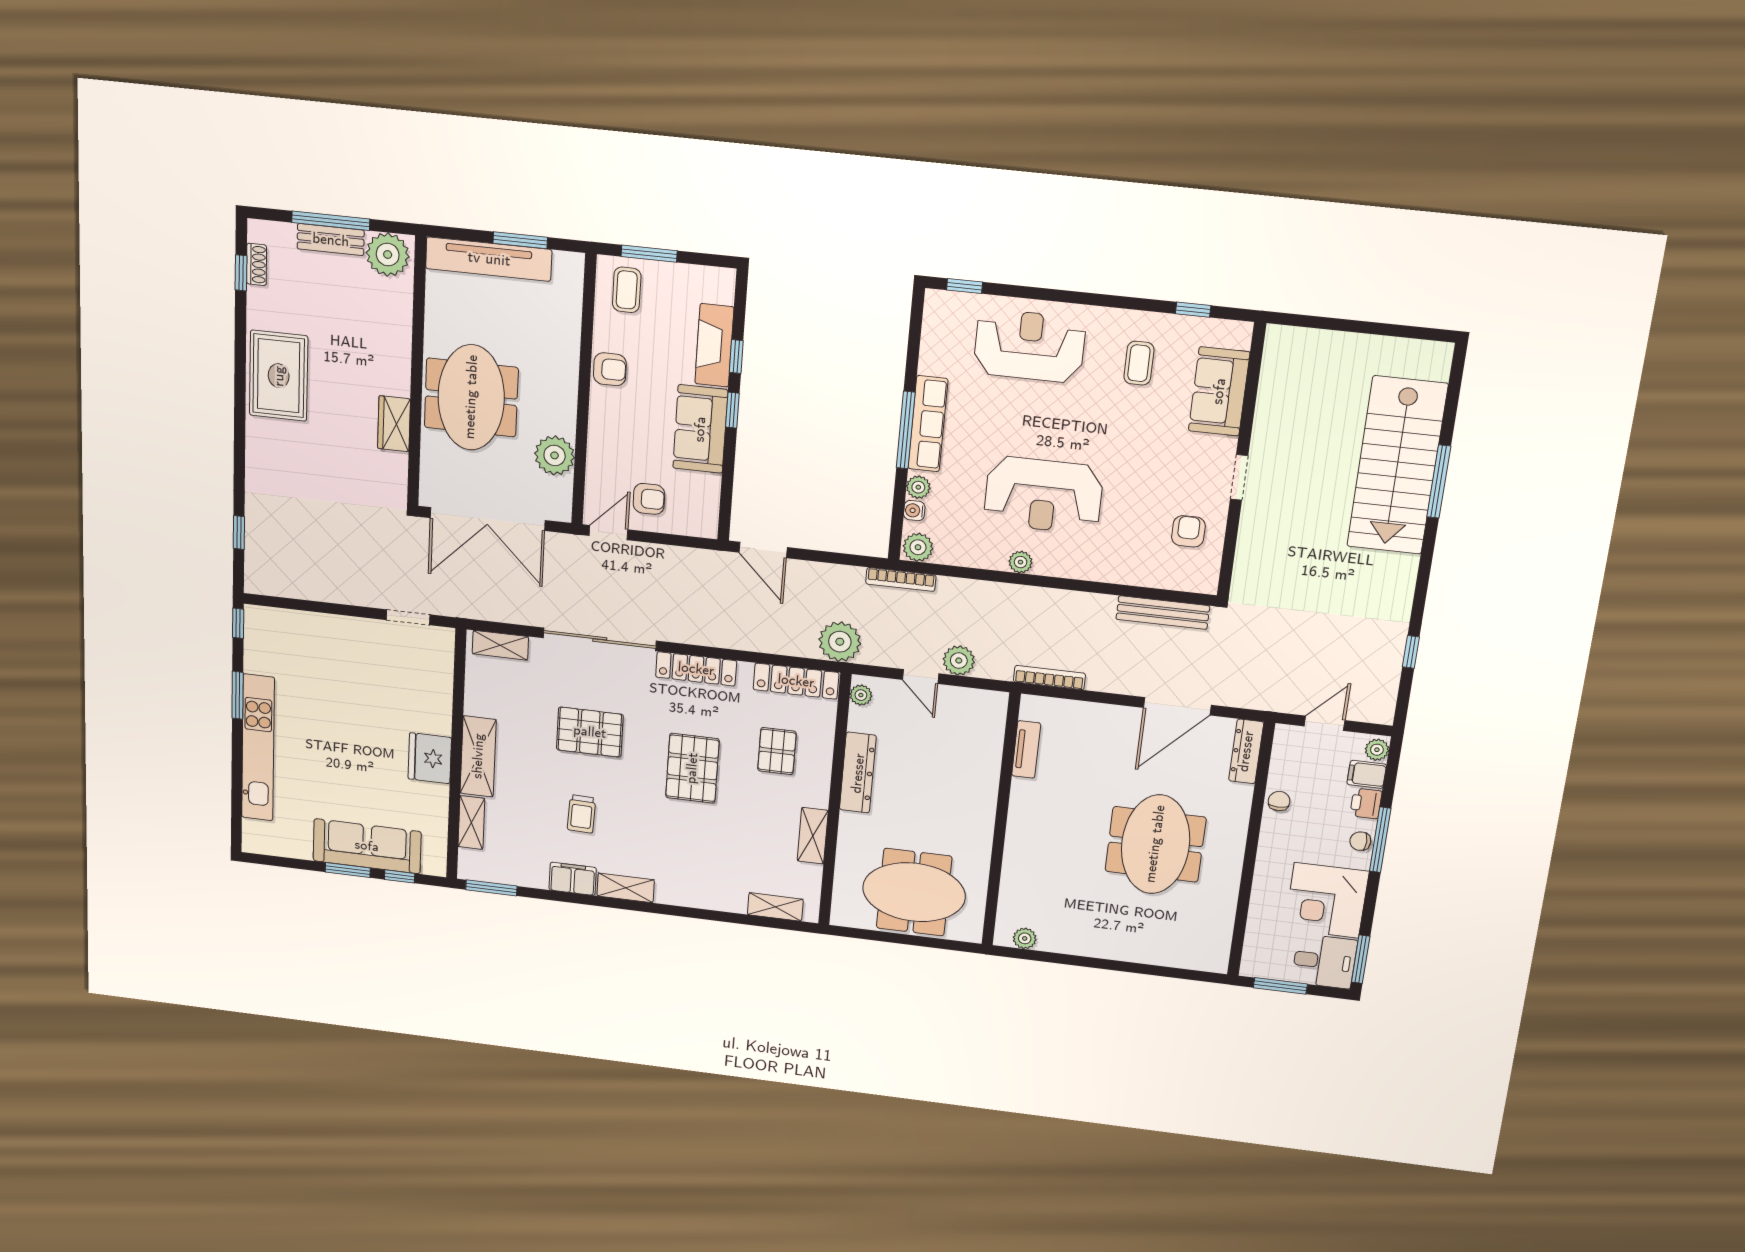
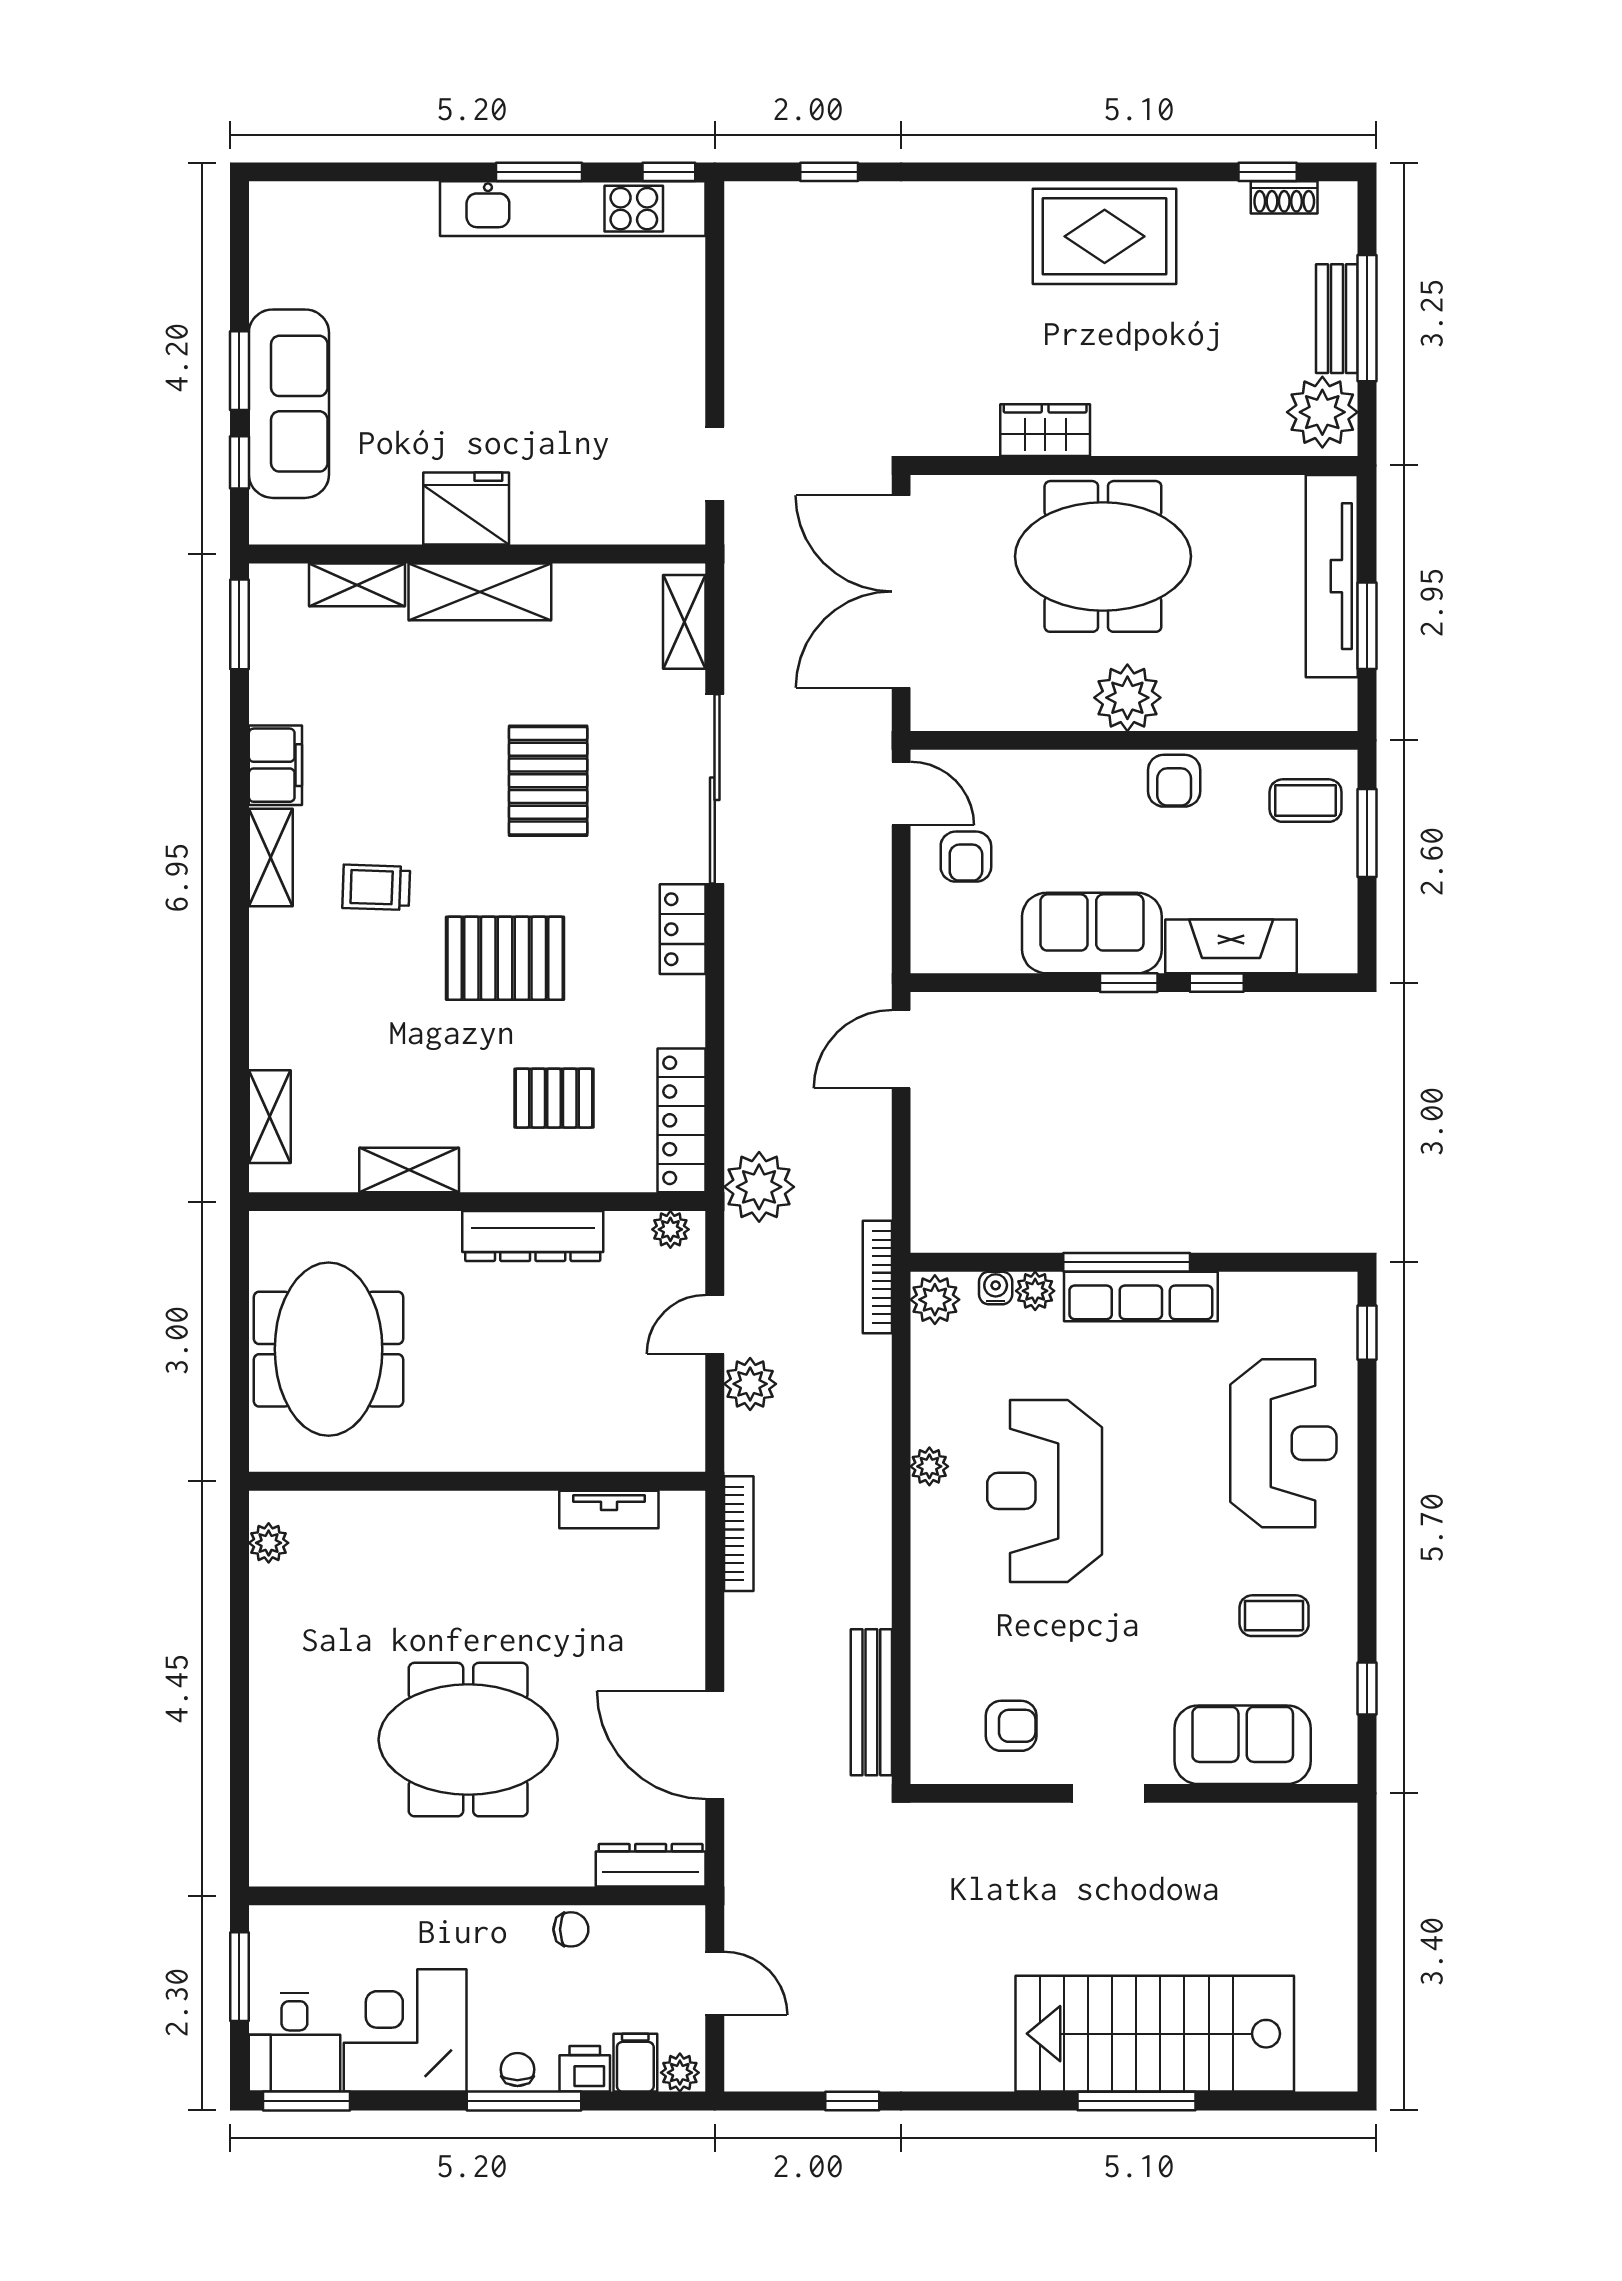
plant: (555, 455) -> (1127, 698), moved
locker: (696, 669) -> (683, 929), width x0.66
kitchen unit: (258, 748) -> (573, 209), moved
trolley: (581, 814) -> (376, 887), moved

